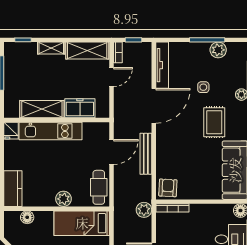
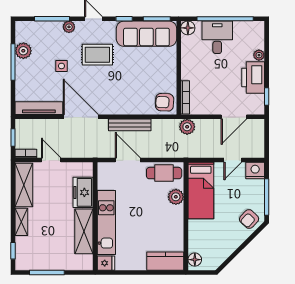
plant: (63, 199) -> (176, 197), moved
floor lamp: (27, 217) -> (195, 260), moved

